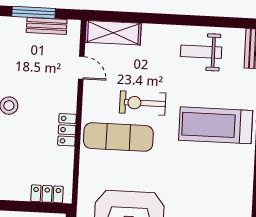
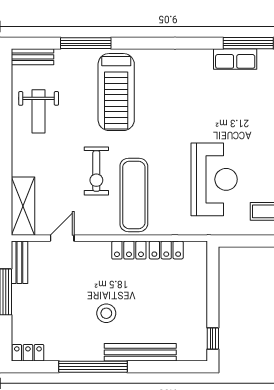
bench: (47, 26) -> (19, 262), moved
locker: (47, 194) -> (166, 250), moved, turned -90

